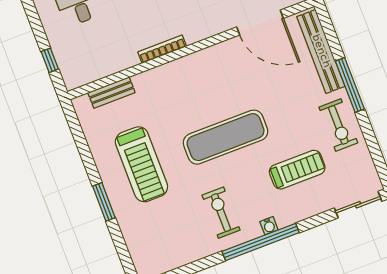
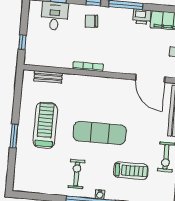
treadmill: (141, 164) -> (45, 125), turned 180

